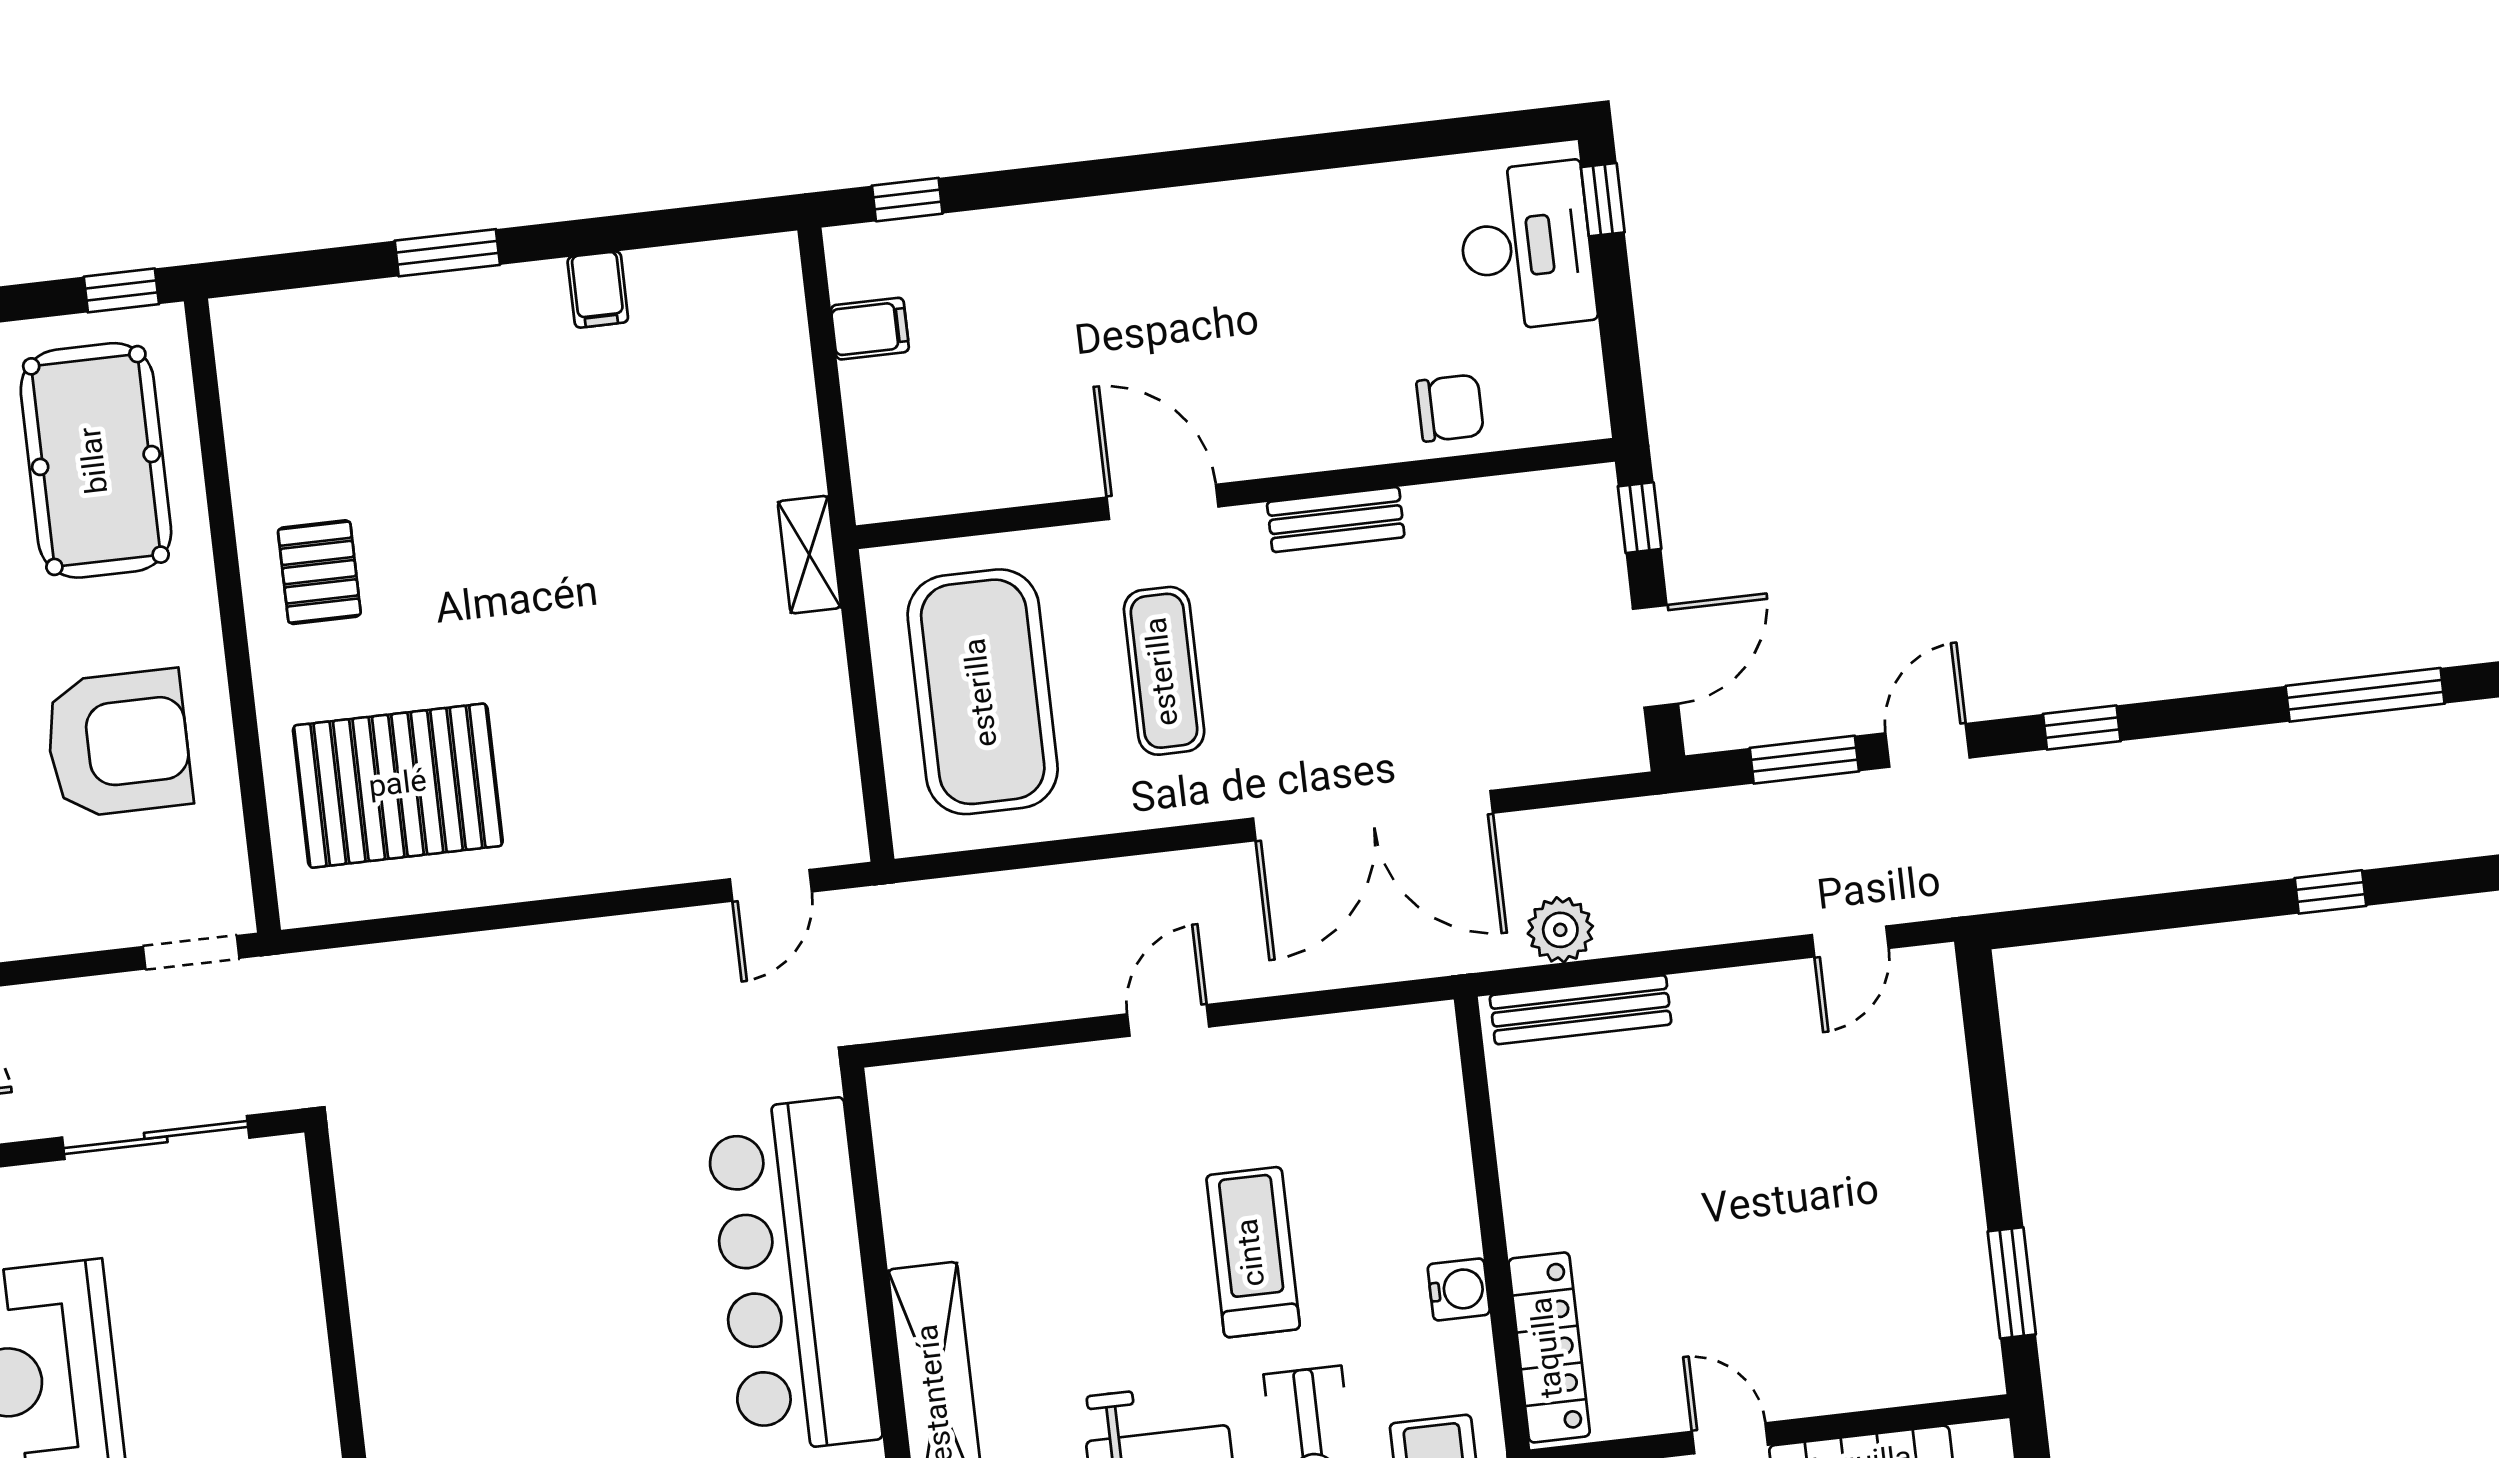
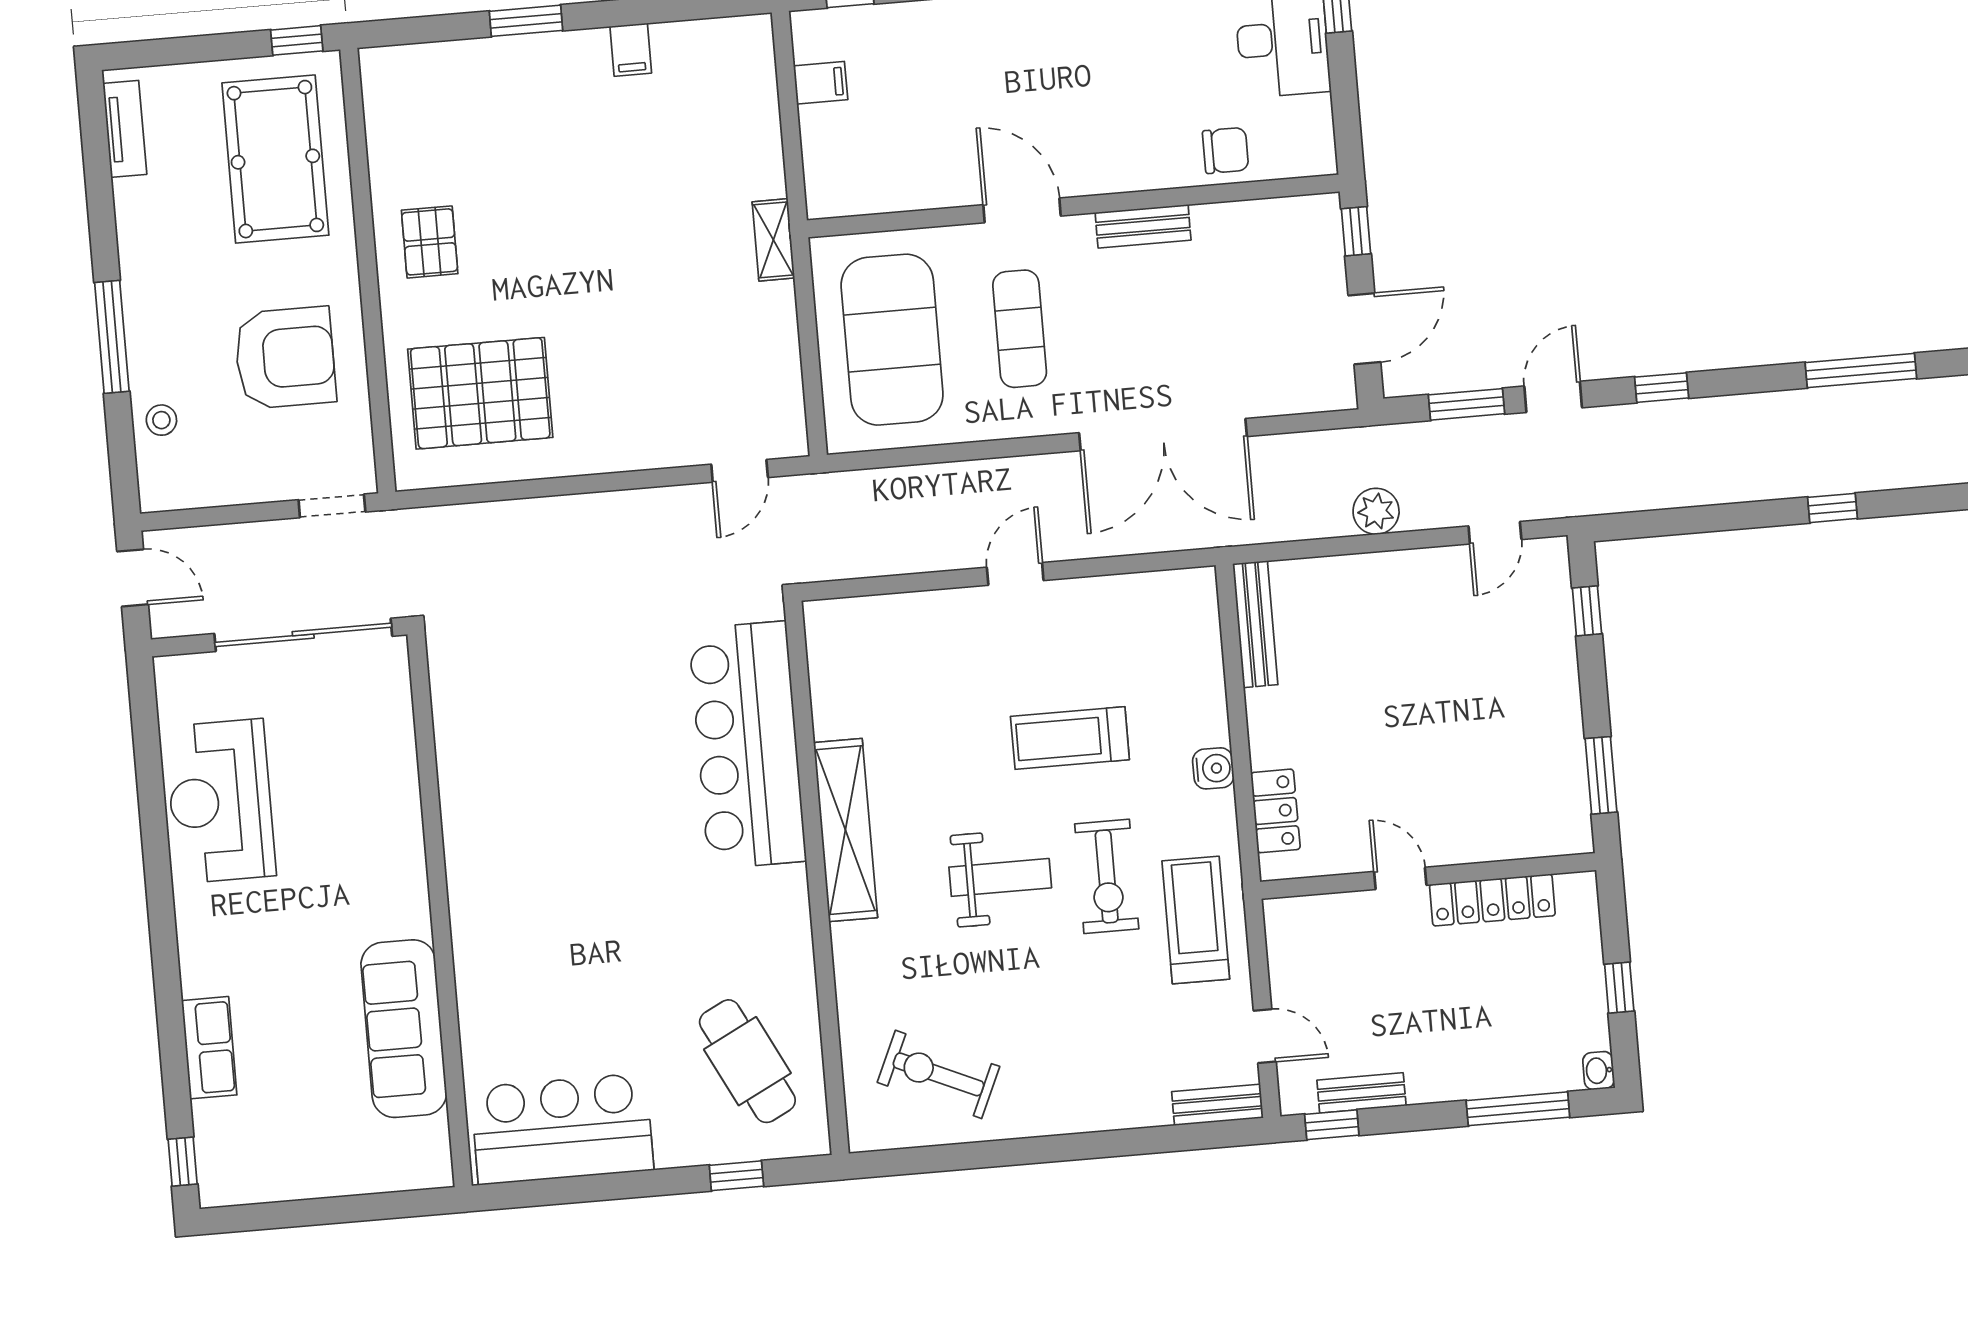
plant: (1560, 930) -> (1376, 511), moved
bench: (1581, 1010) -> (1255, 624), moved, turned 90
window: (1985, 1049) -> (1587, 611), added
sliding door: (156, 1138) -> (303, 635), width x1.36
treadmill: (1253, 1252) -> (1070, 738), turned -90
locker: (1549, 1347) -> (1275, 811), width x0.66

